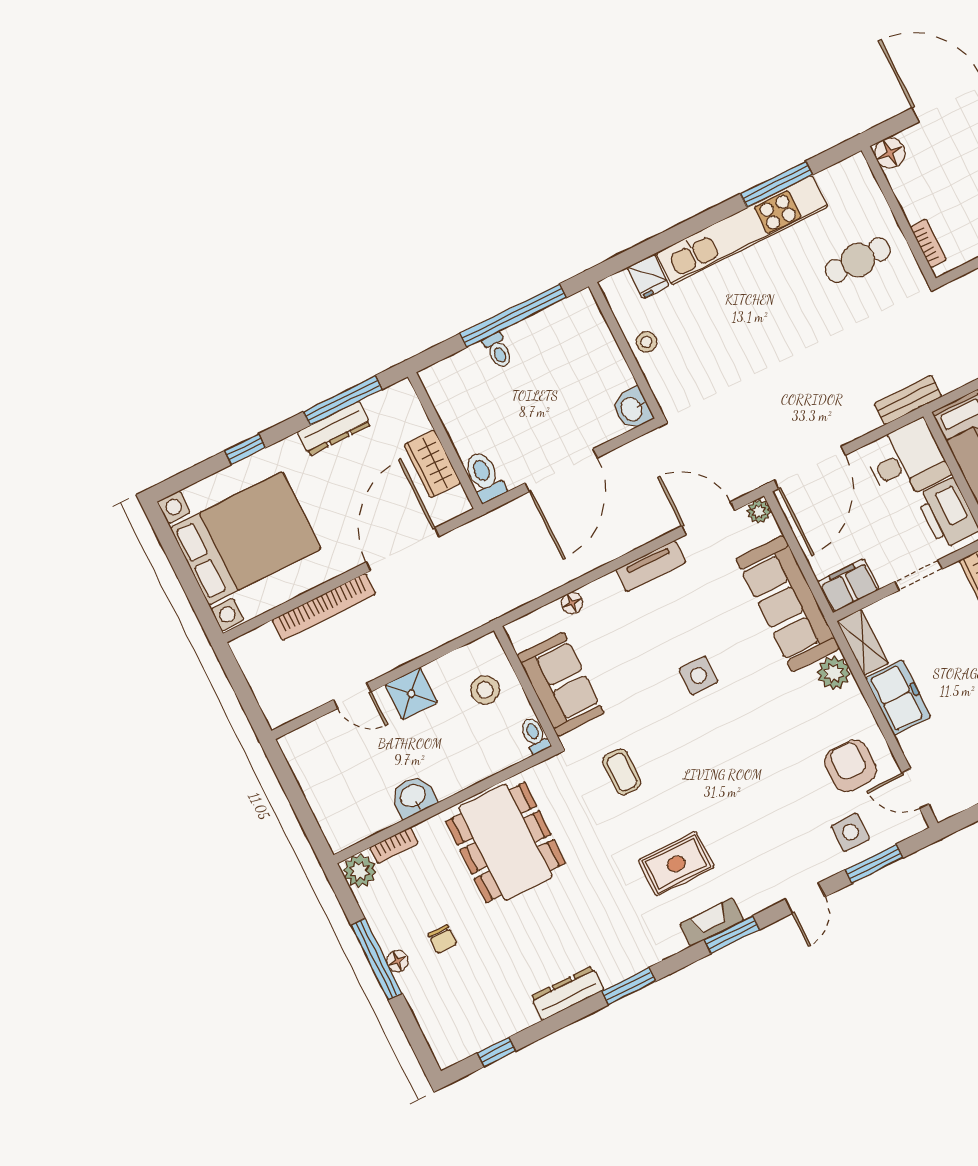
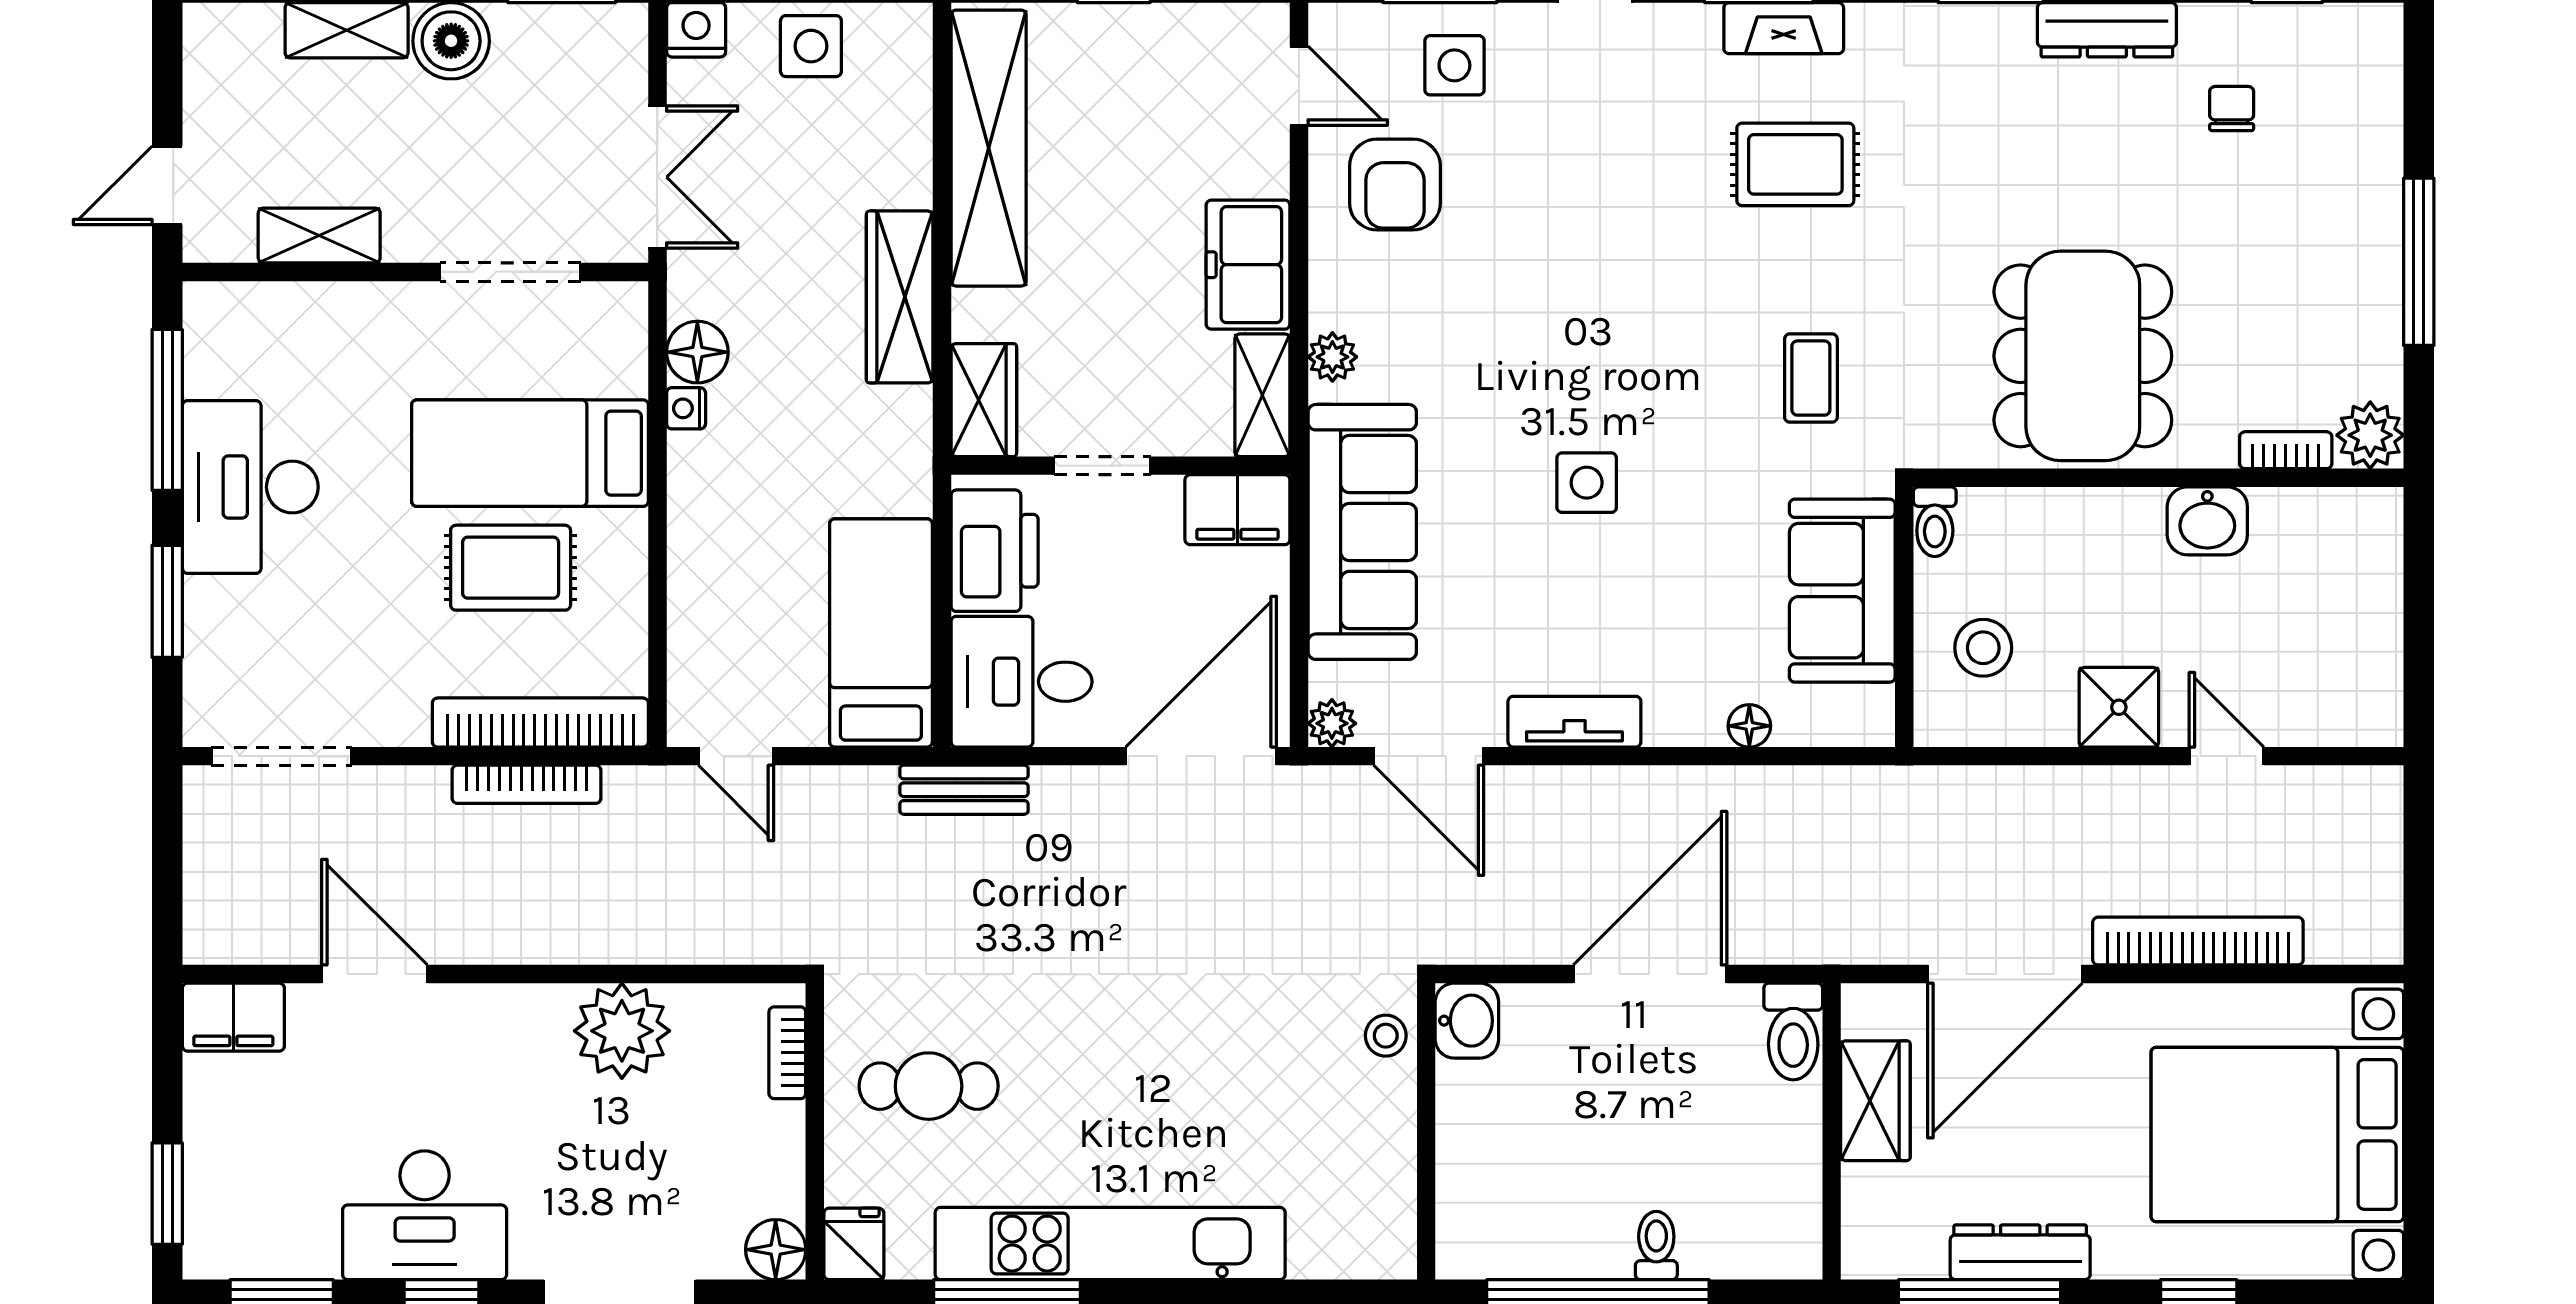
fridge: (648, 277) -> (854, 1244), moved
stool: (646, 342) -> (1386, 1036), moved
plant: (834, 673) -> (1332, 357), width x0.73, depth x0.73
chair: (442, 939) -> (2232, 109), moved
floor lamp: (398, 961) -> (2383, 240), removed

